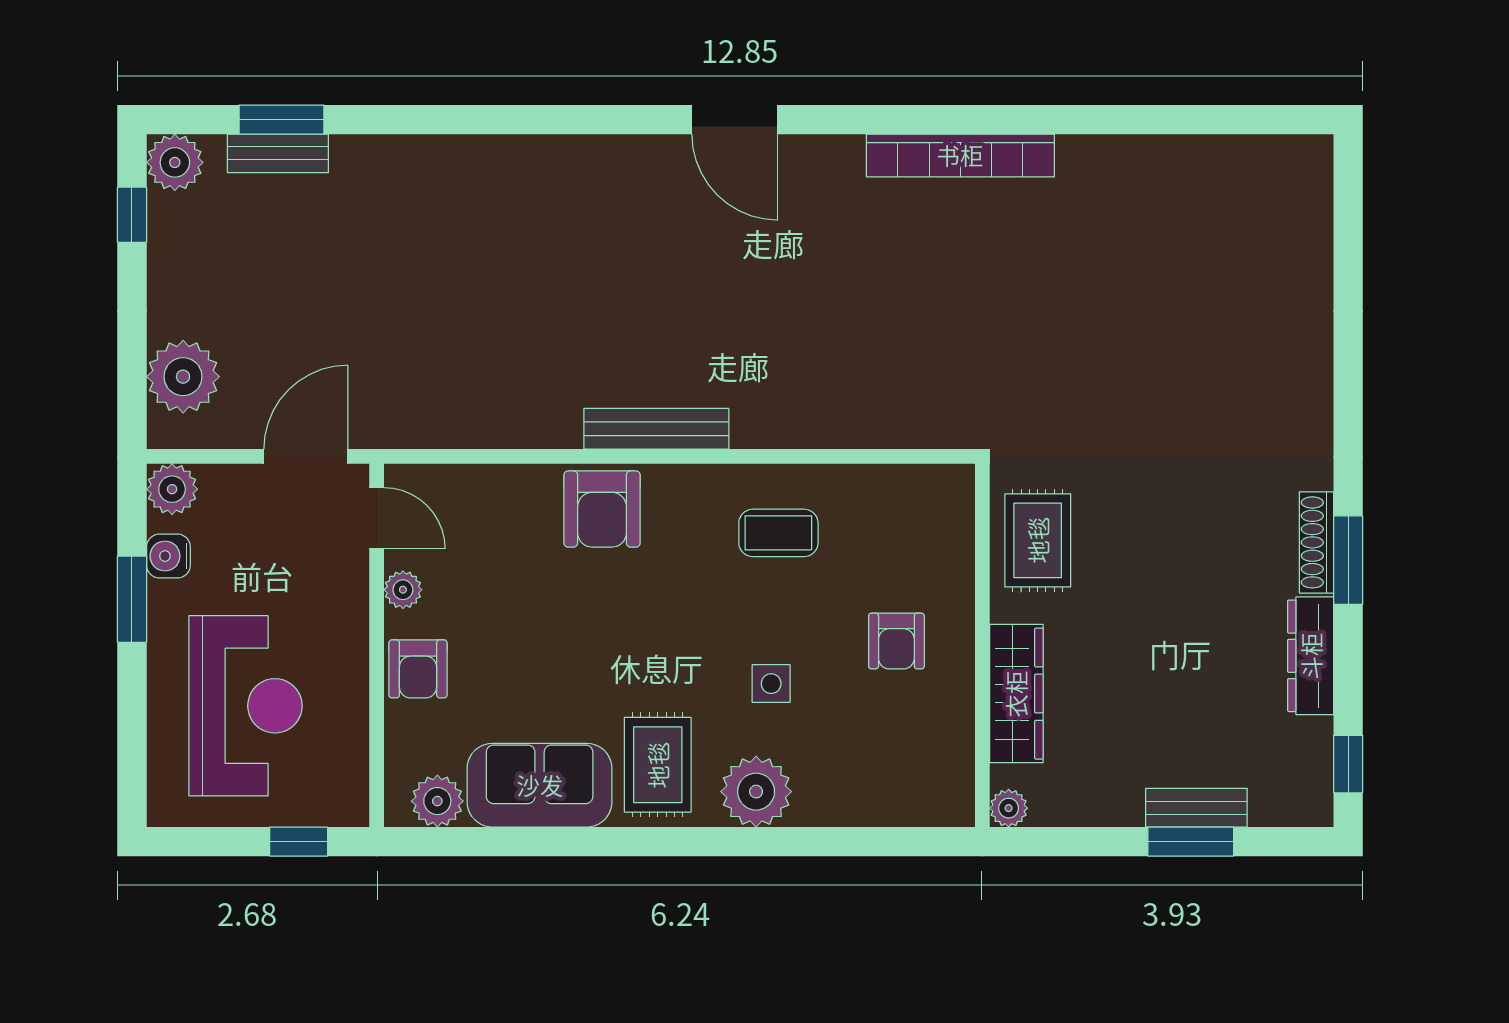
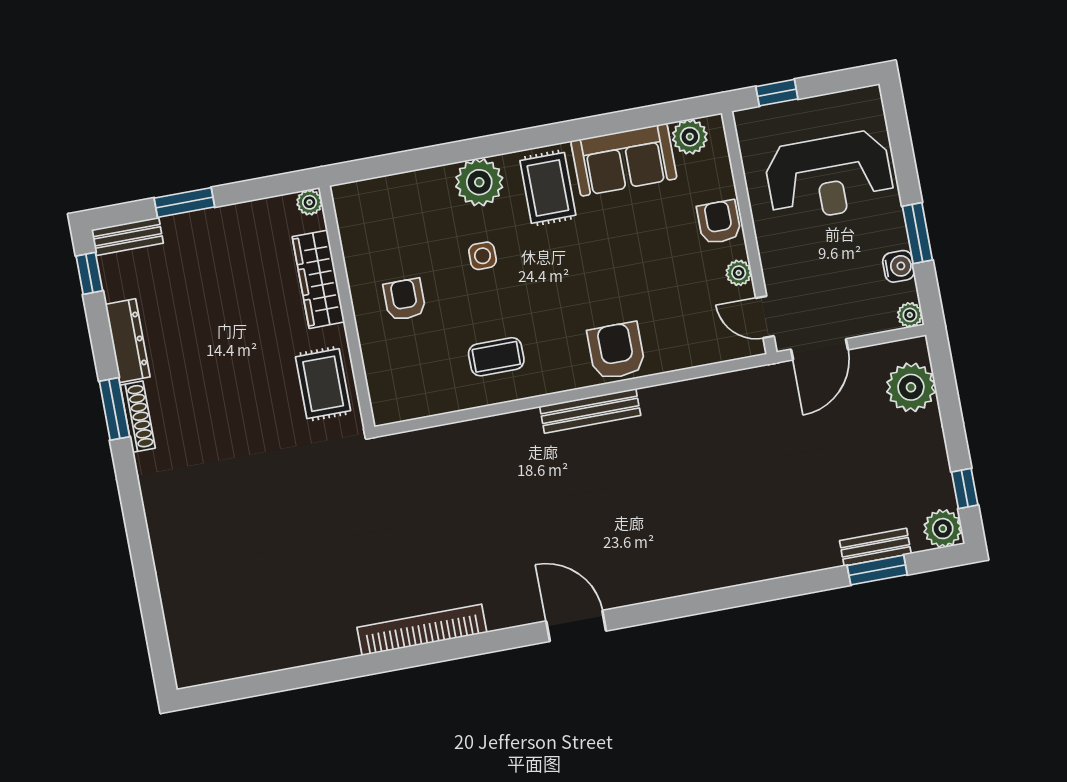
plant: (172, 489) -> (910, 315), width x0.73, depth x0.73
reception desk: (245, 706) -> (829, 176), turned -90
bench: (1196, 808) -> (127, 236), moved

